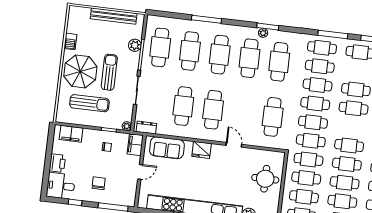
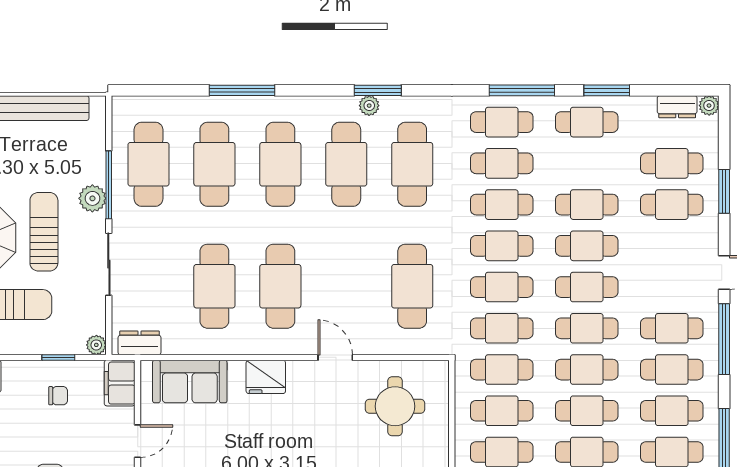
plant: (135, 45) -> (92, 198), moved
cafe table: (351, 127) -> (587, 287), added
round table: (265, 179) -> (395, 406), moved

